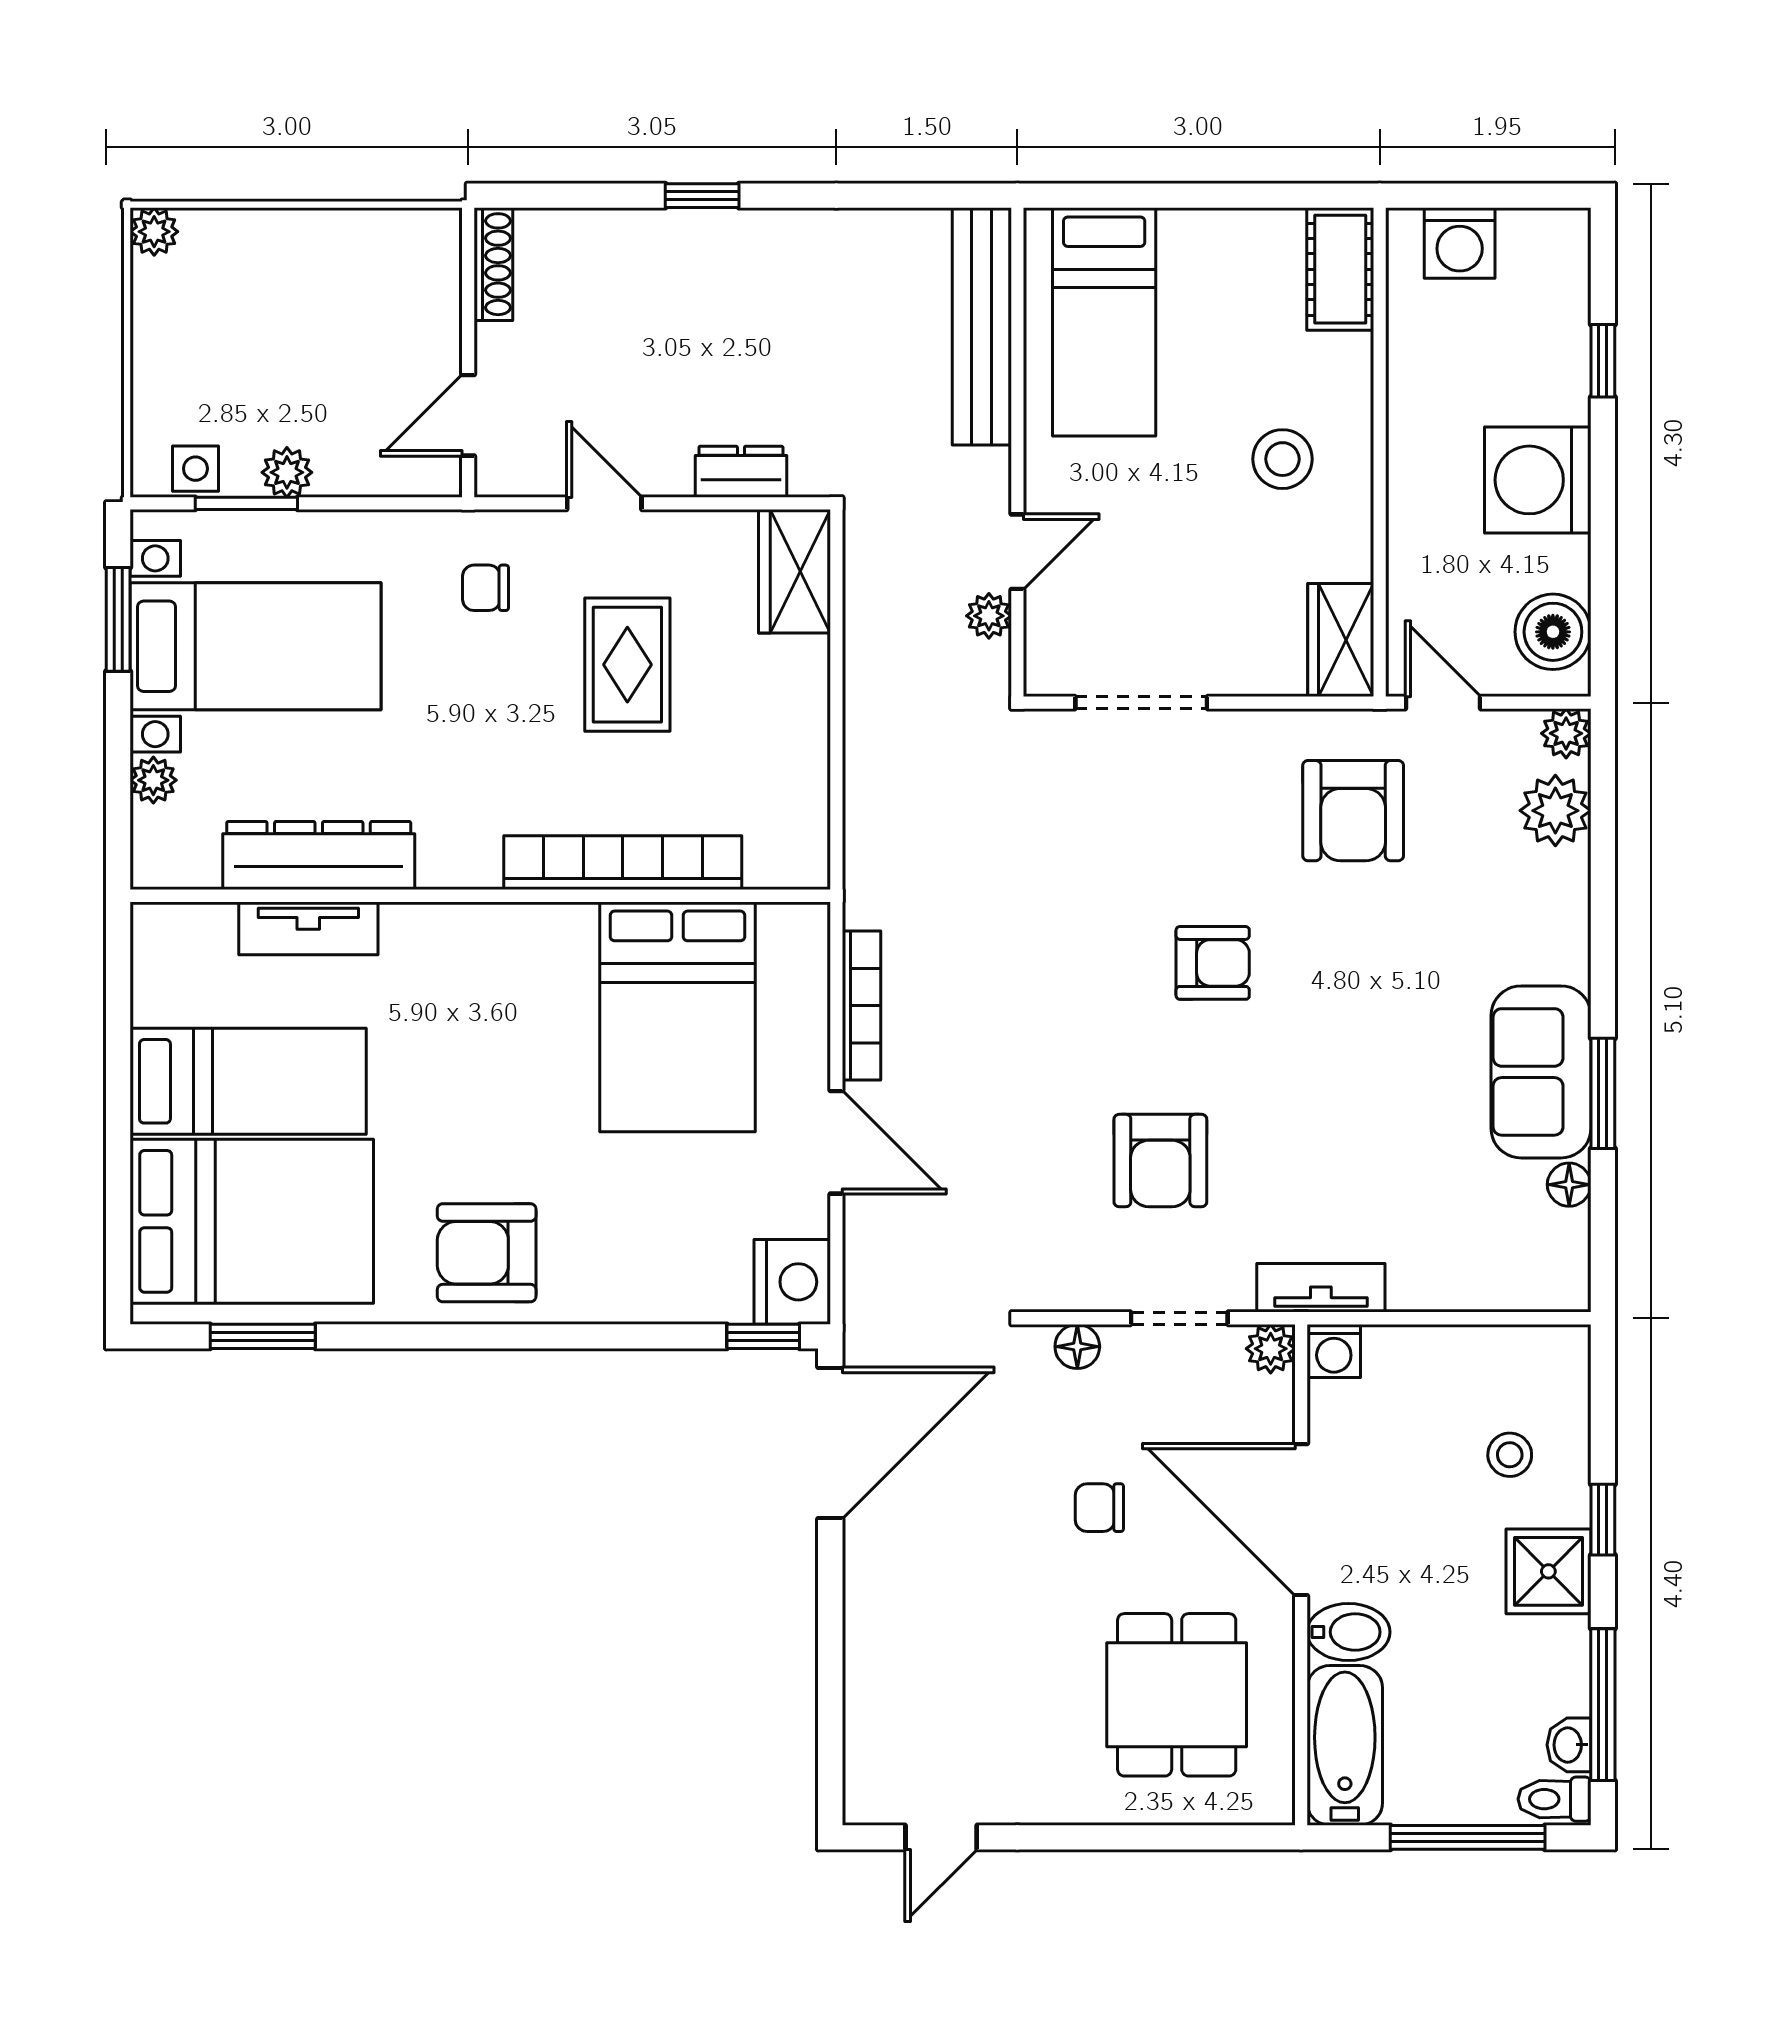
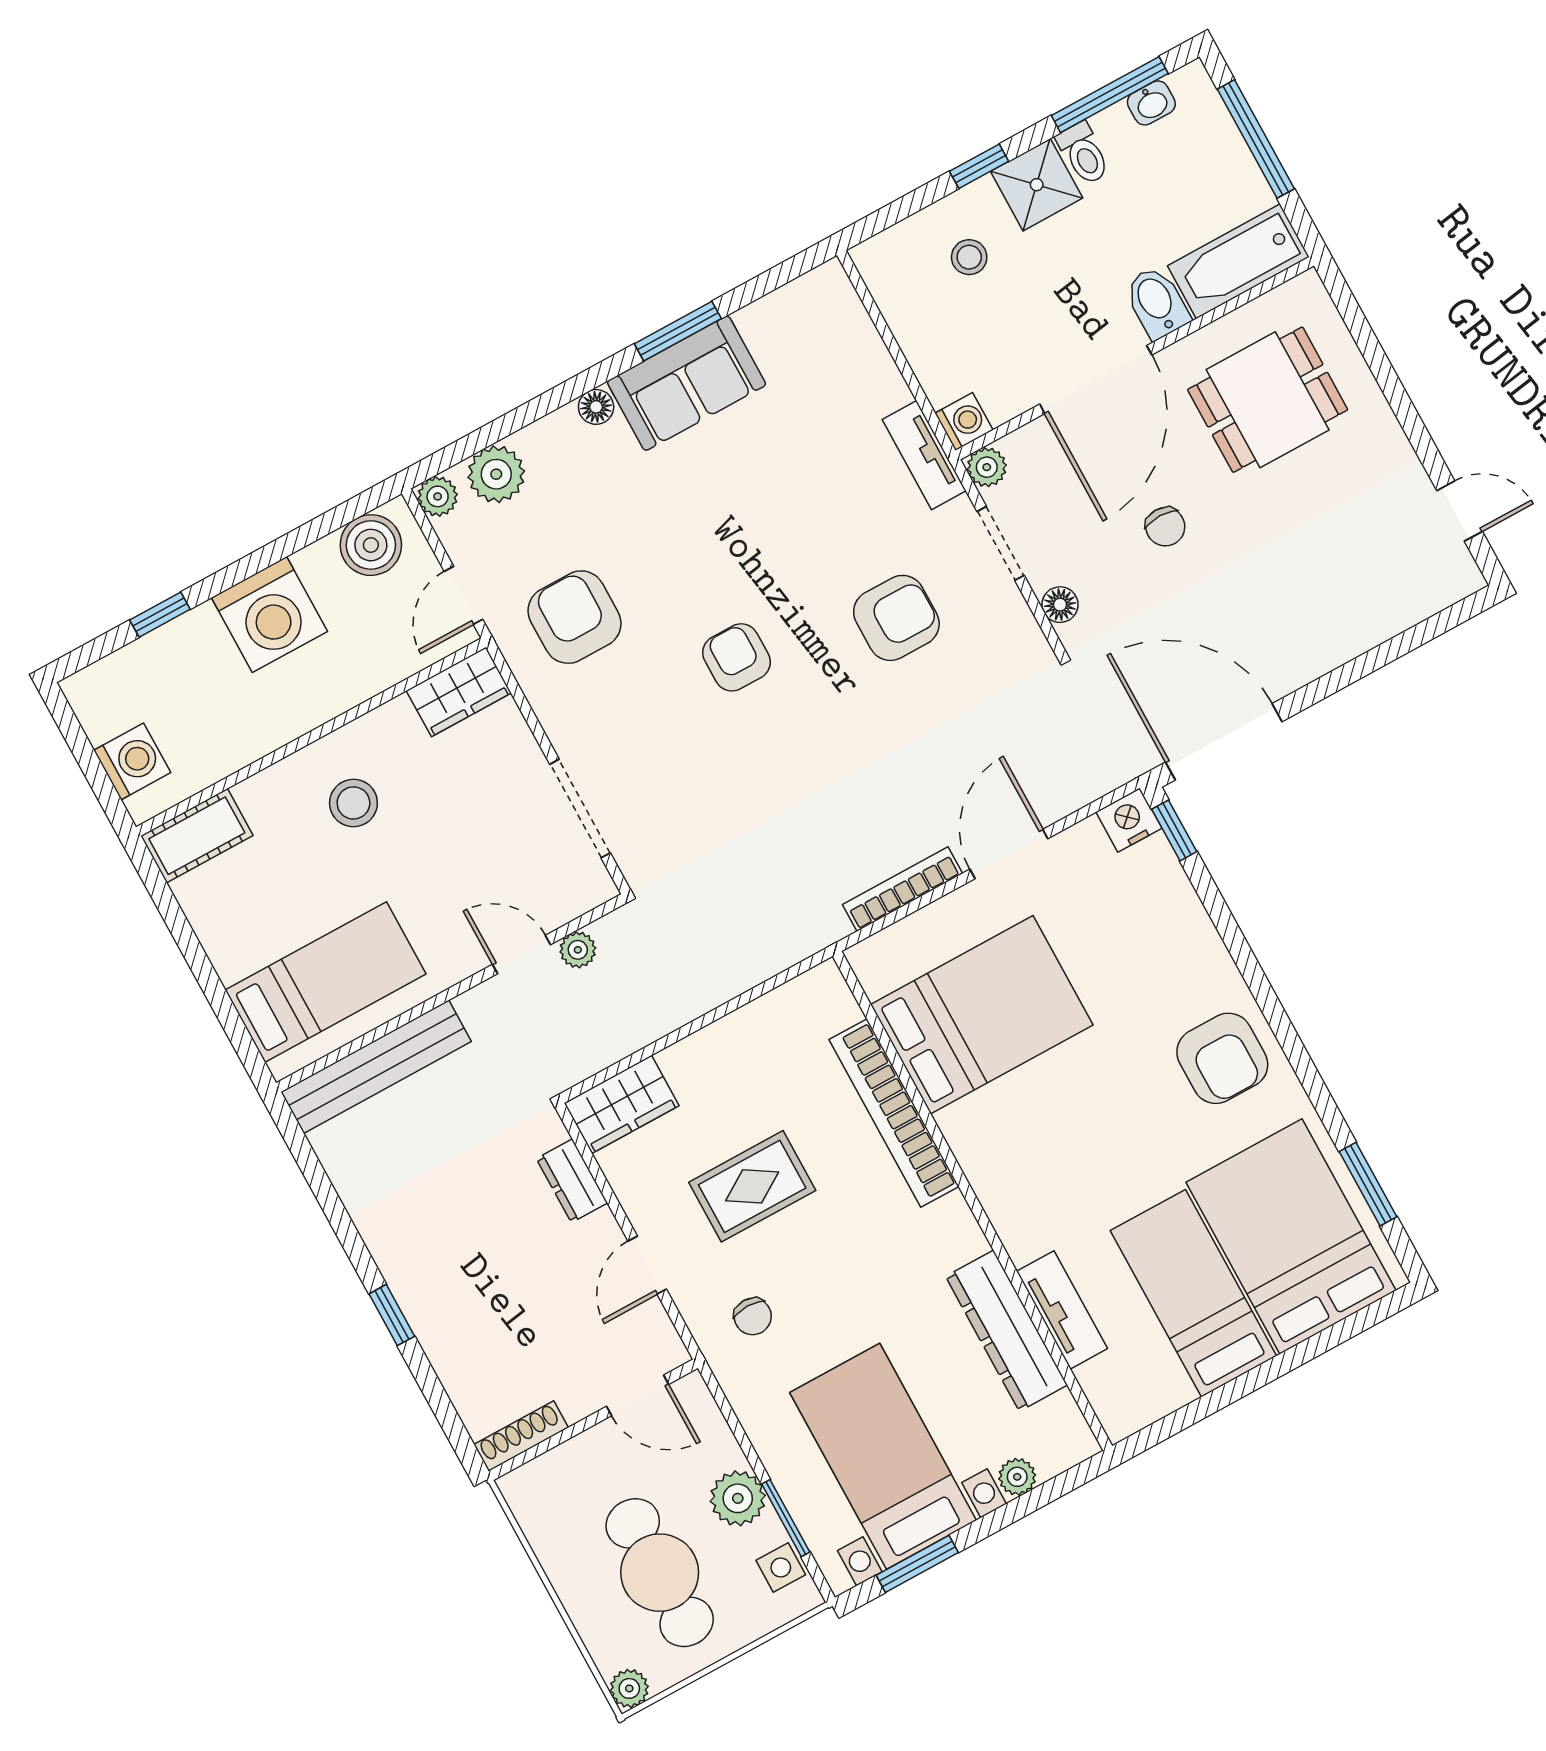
cafe table: (262, 334) -> (660, 1573), added
plant: (287, 472) -> (738, 1498), width x1.38, depth x1.38
armchair: (1353, 811) -> (575, 617), turned -90
floor lamp: (1569, 1185) -> (596, 407), moved
nightstand: (792, 1282) -> (1129, 820), width x0.74, depth x0.75
toilet: (1554, 1799) -> (1083, 154), moved

